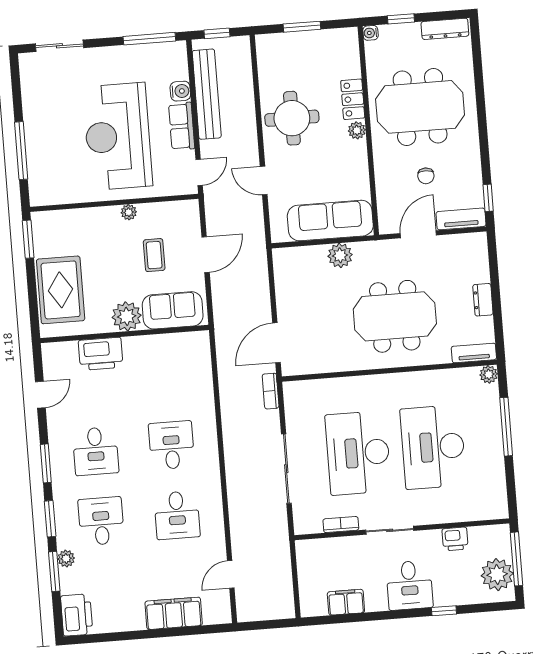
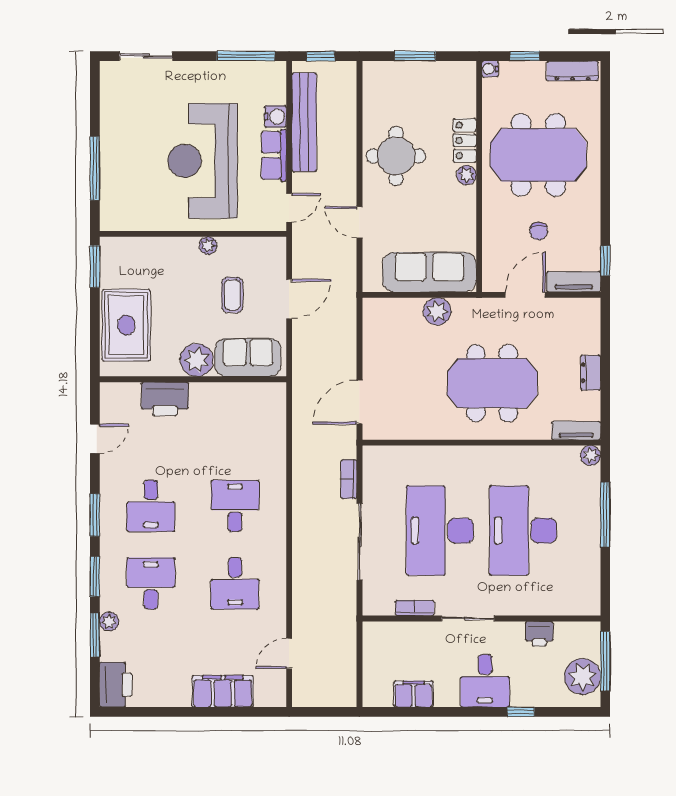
bookcase: (271, 391) -> (349, 479), moved

